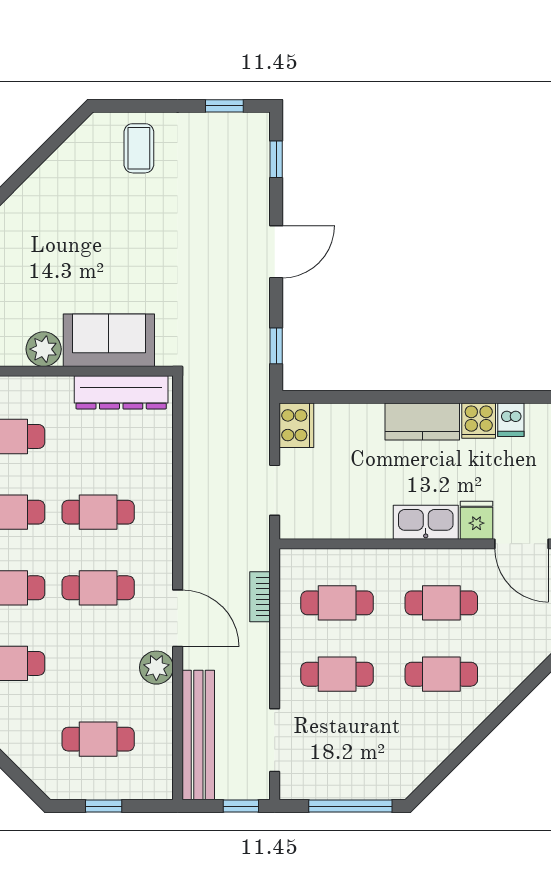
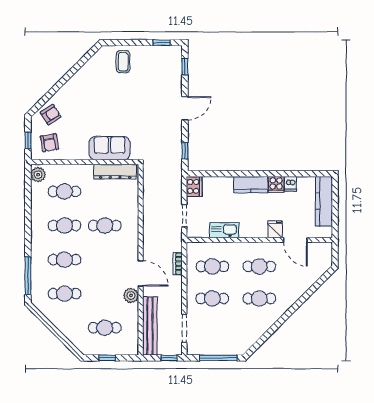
plant: (44, 349) -> (80, 152), removed
kitchen sink: (426, 522) -> (224, 230), moved
cafe table: (98, 588) -> (105, 260), removed

